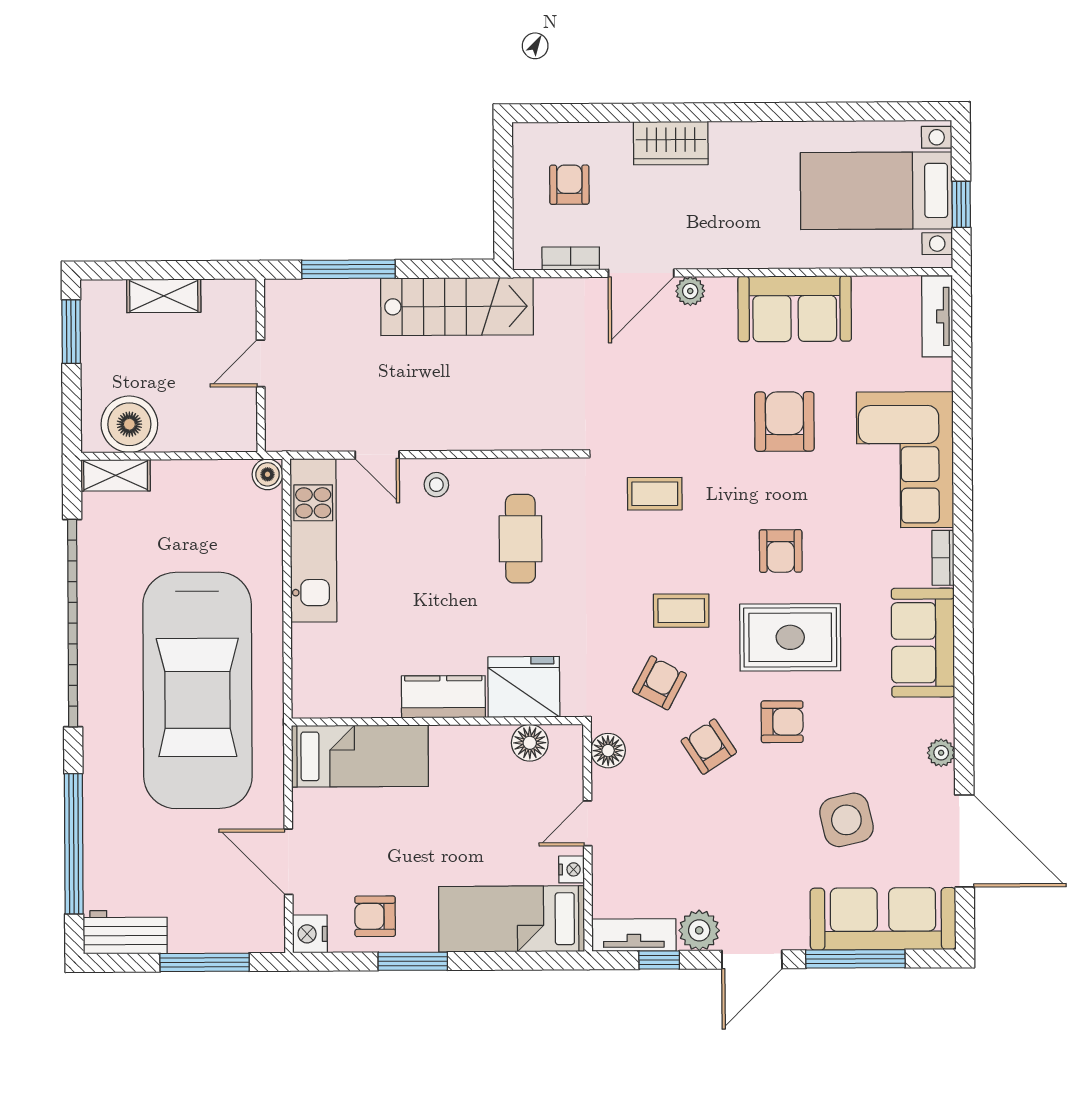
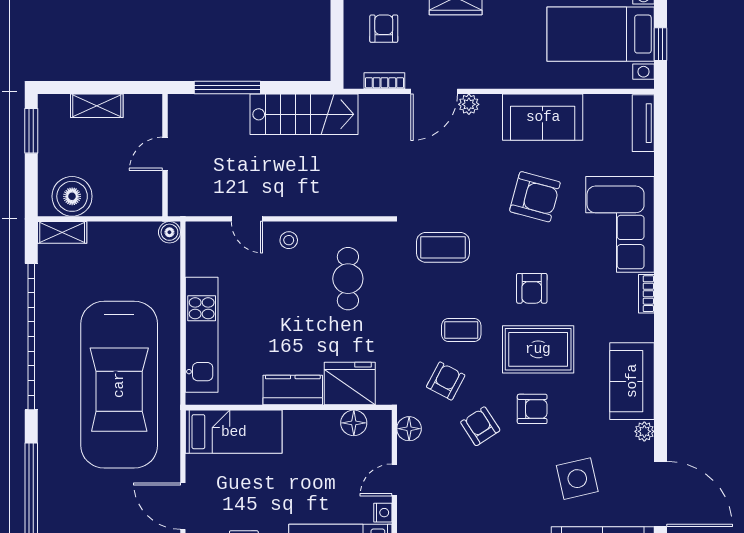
armchair: (784, 422) -> (535, 197), turned 105
coffee table: (655, 494) -> (443, 247), width x1.36, depth x1.30
kitchen unit: (313, 540) -> (202, 335), moved
sofa: (923, 643) -> (632, 381), moved

